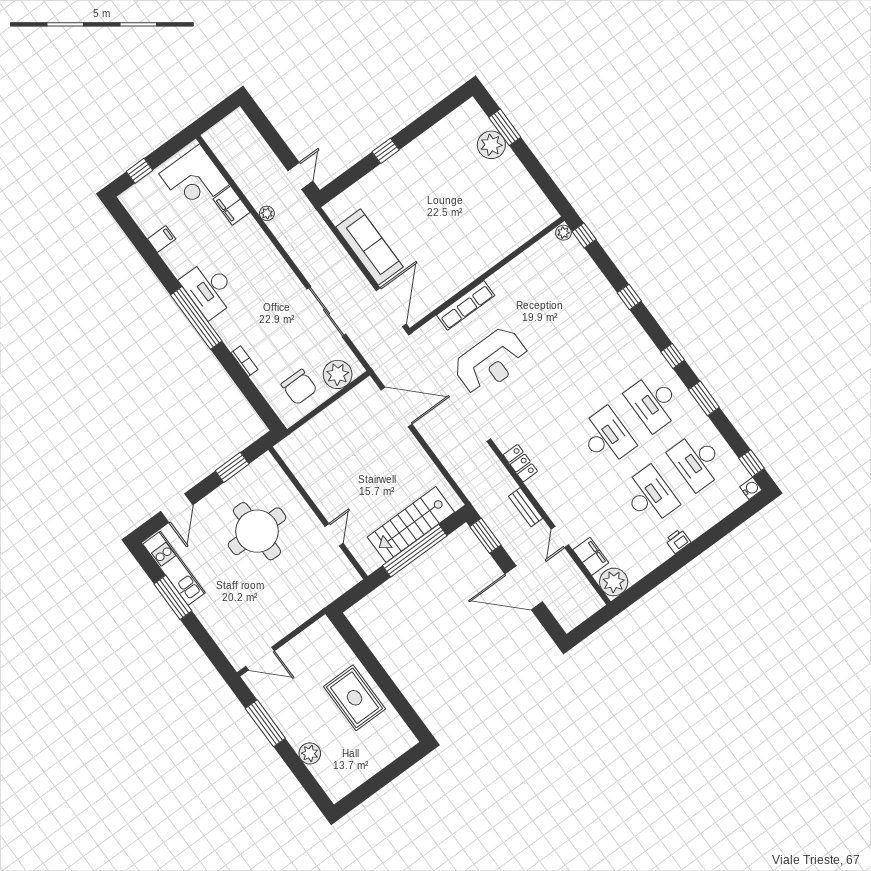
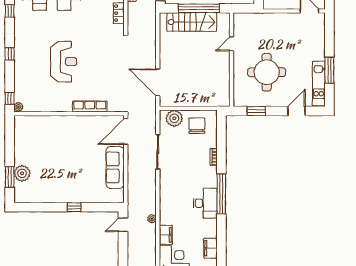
filing cabinet: (162, 239) -> (210, 248), width x2.00
reception desk: (491, 361) -> (63, 62), moved, turned 90

